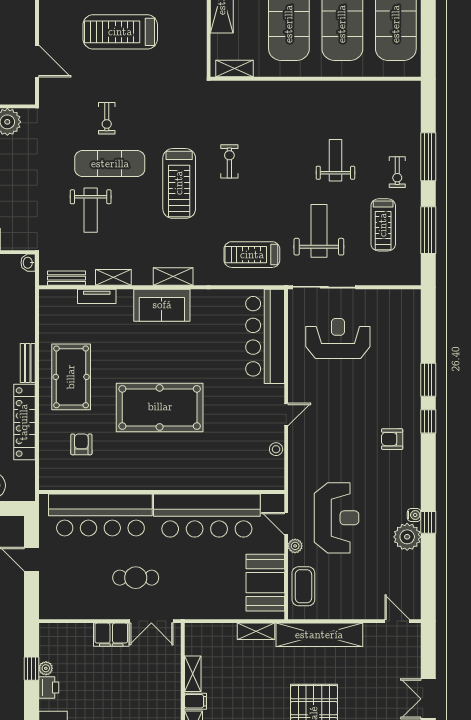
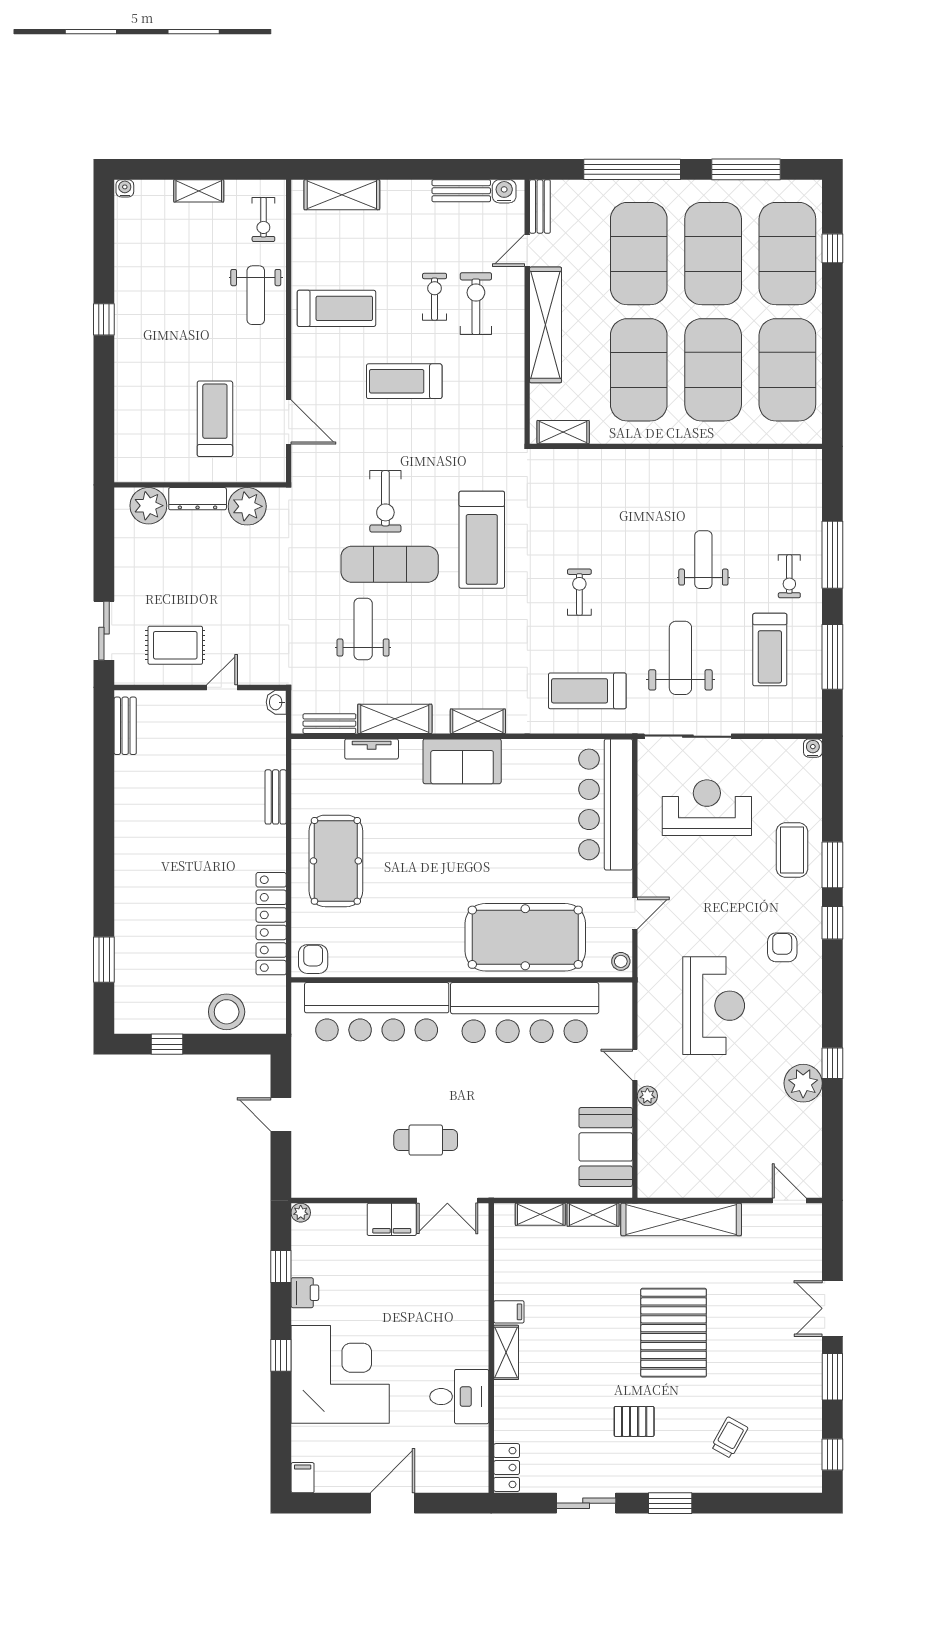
treadmill: (120, 32) -> (404, 381), width x0.73, depth x0.73
exercise bike: (107, 118) -> (385, 501), width x1.38, depth x1.39
exercise bike: (229, 161) -> (579, 592), moved
treadmill: (179, 183) -> (482, 540), moved
weight bench: (91, 210) -> (363, 629), turned 180
shelving: (113, 277) -> (395, 719), width x1.50, depth x1.33
bench: (28, 363) -> (276, 797), moved
pool table: (160, 407) -> (525, 937), moved
armchair: (392, 439) -> (782, 947), turned 90
armchair: (81, 444) -> (313, 959), moved
wall: (162, 492) -> (462, 980), moved
bar counter: (100, 515) -> (377, 1012), moved
bar counter: (207, 515) -> (525, 1013), moved
water cooler: (414, 515) -> (813, 748), moved, turned -90
reception desk: (337, 518) -> (714, 1006), moved
coffee table: (303, 586) -> (792, 850), moved
plant: (46, 668) -> (301, 1213), moved
shelving: (193, 674) -> (540, 1214), moved, turned 90

